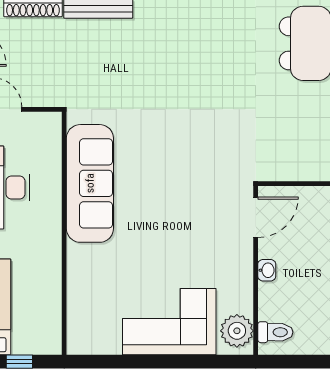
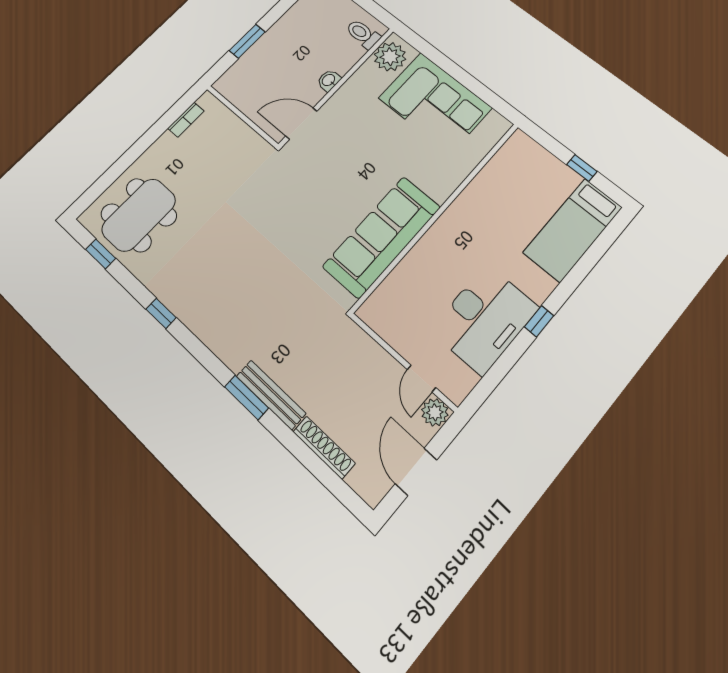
sofa: (90, 183) -> (382, 237), moved
wall: (64, 233) -> (436, 216), moved

